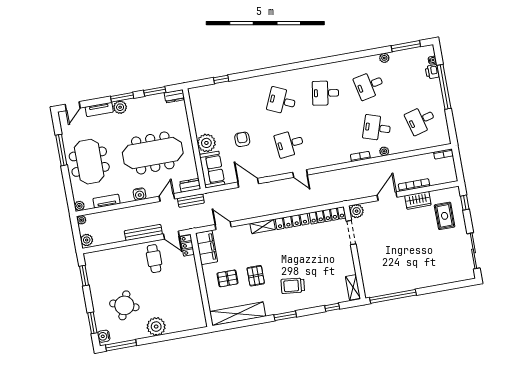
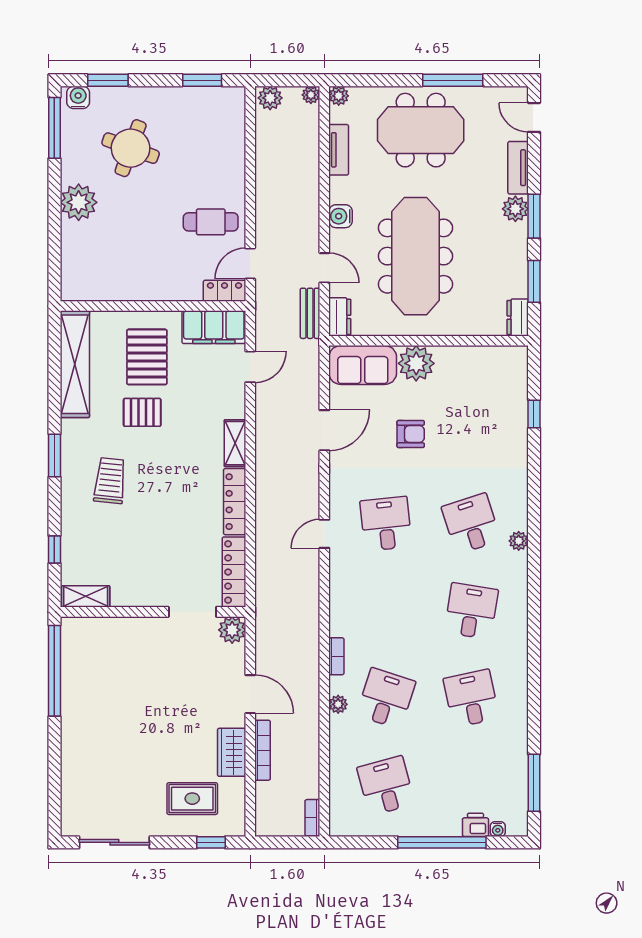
plant: (384, 58) -> (519, 541), moved
desk: (282, 101) -> (471, 524), turned -42
bench: (143, 232) -> (265, 210), removed
pallet: (227, 278) -> (147, 357), width x1.50, depth x1.42

